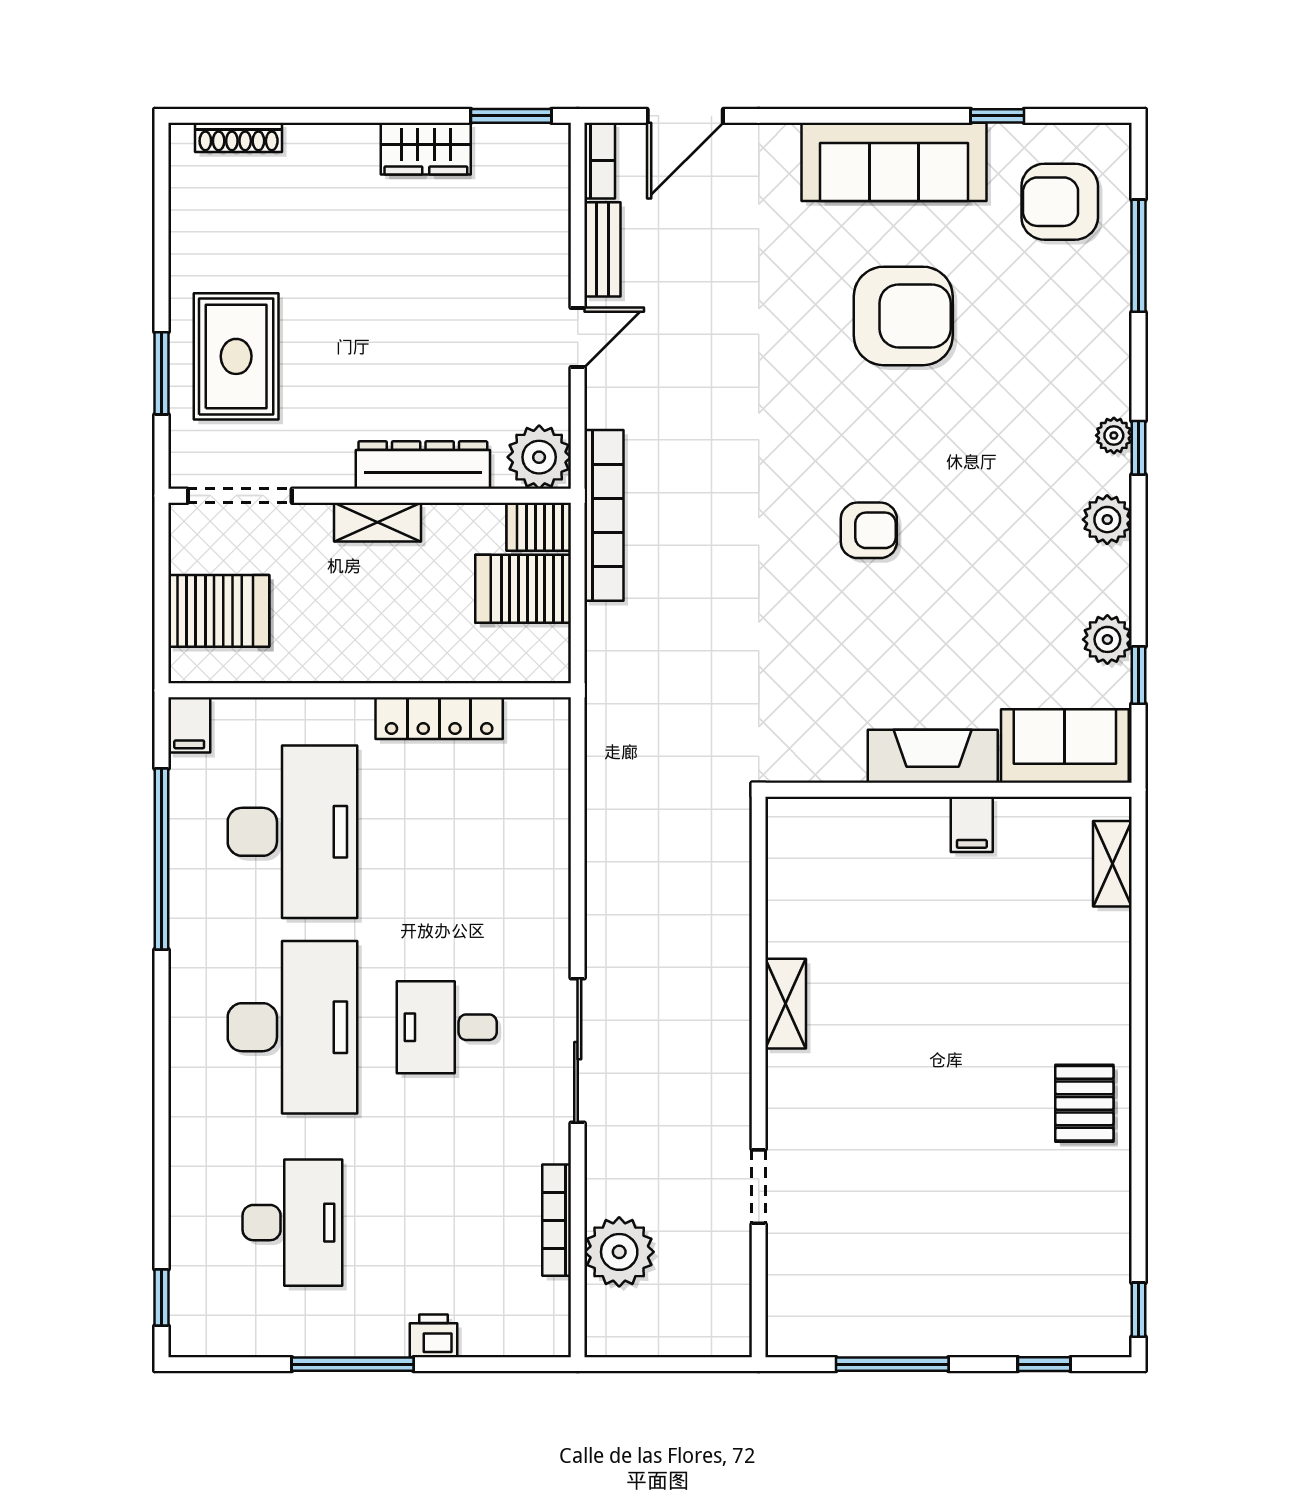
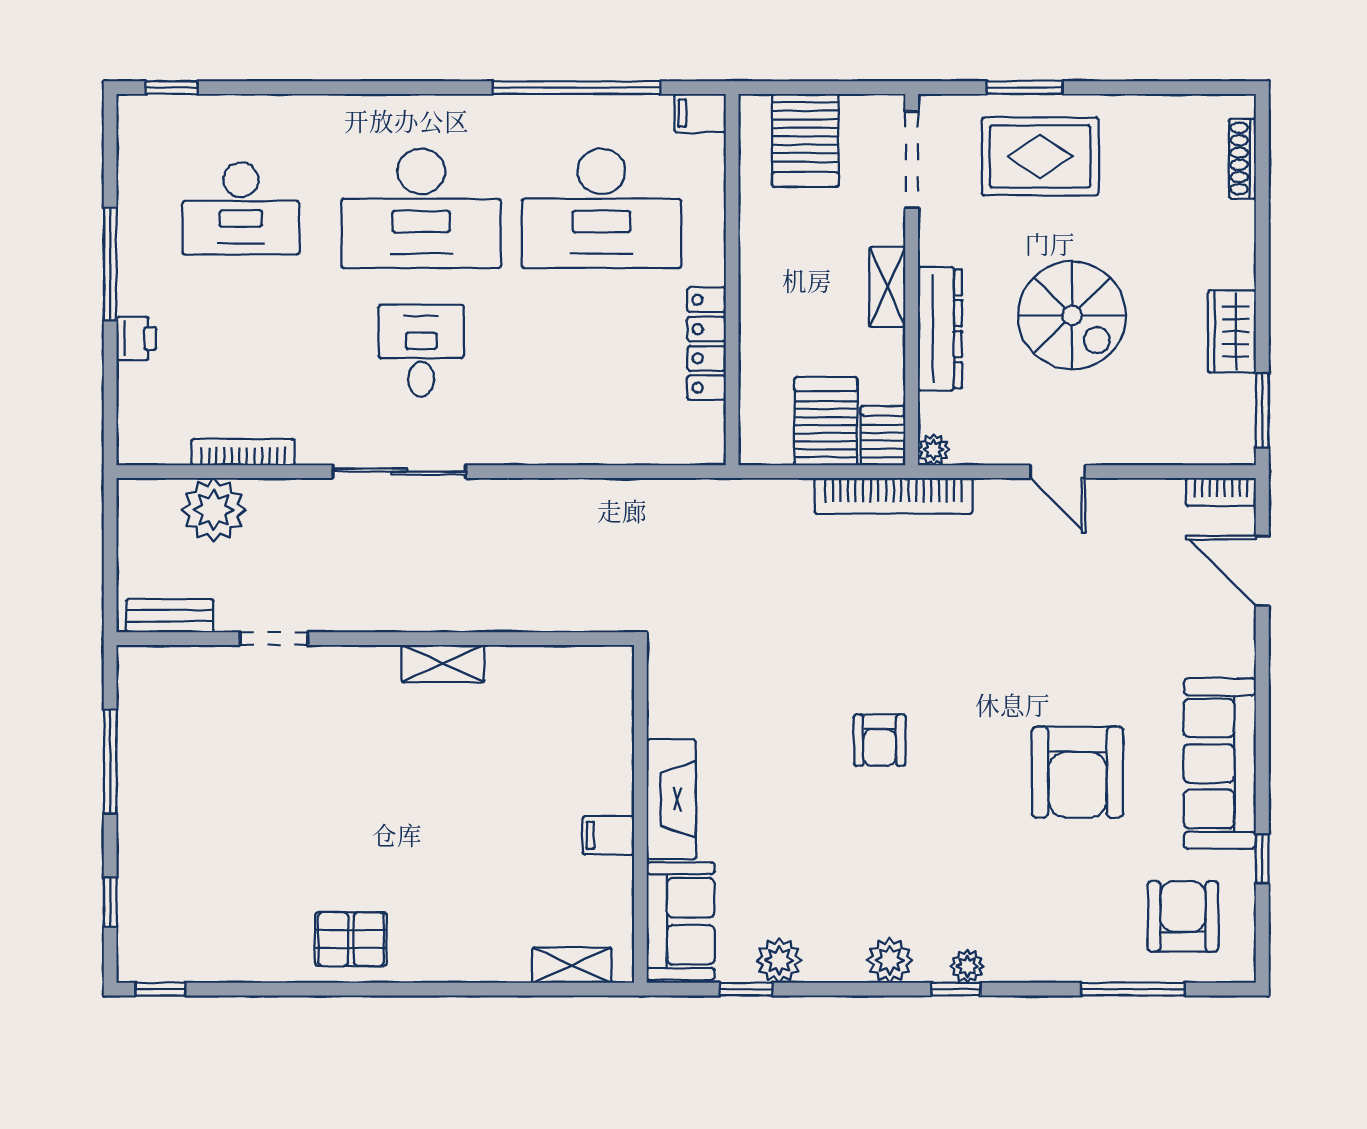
bench: (602, 249) -> (170, 616), moved
spiral stairs: (408, 322) -> (1072, 315), added
plant: (539, 457) -> (934, 450), width x0.53, depth x0.53

